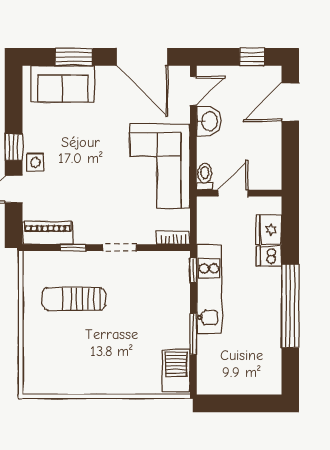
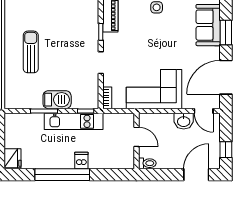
door: (290, 102) -> (196, 175), hinge flipped
toilet: (205, 177) -> (147, 163), moved
fridge: (269, 230) -> (13, 158), moved, turned 90
dishwasher: (269, 256) -> (81, 160), moved
sun lounger: (74, 299) -> (31, 52), moved
barbecue: (176, 371) -> (57, 100), moved

